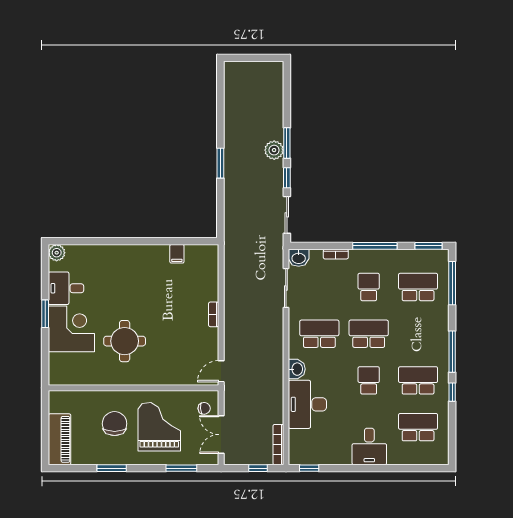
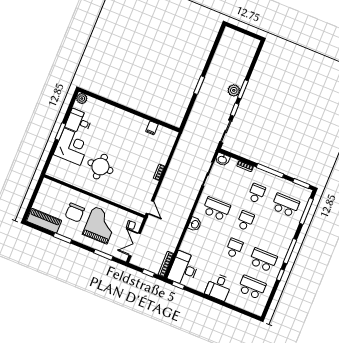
school desk: (369, 334) -> (245, 221), width x0.54
door: (221, 371) -> (150, 207), swing flipped
desk: (307, 404) -> (184, 269), moved
chair: (115, 424) -> (75, 213), turned 180
piano: (59, 439) -> (44, 221), moved, turned -90

